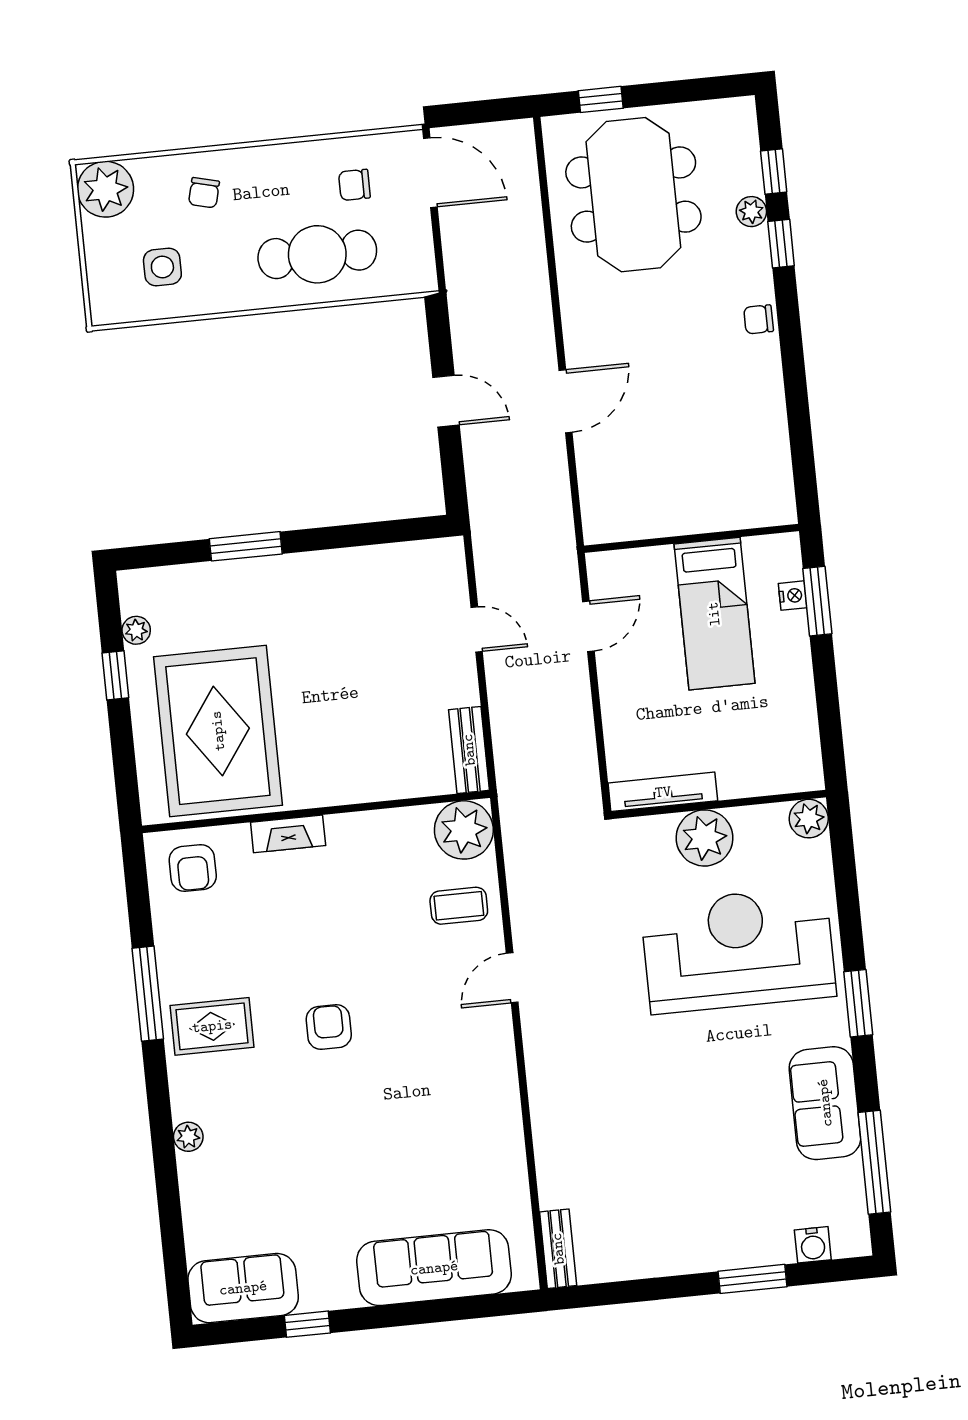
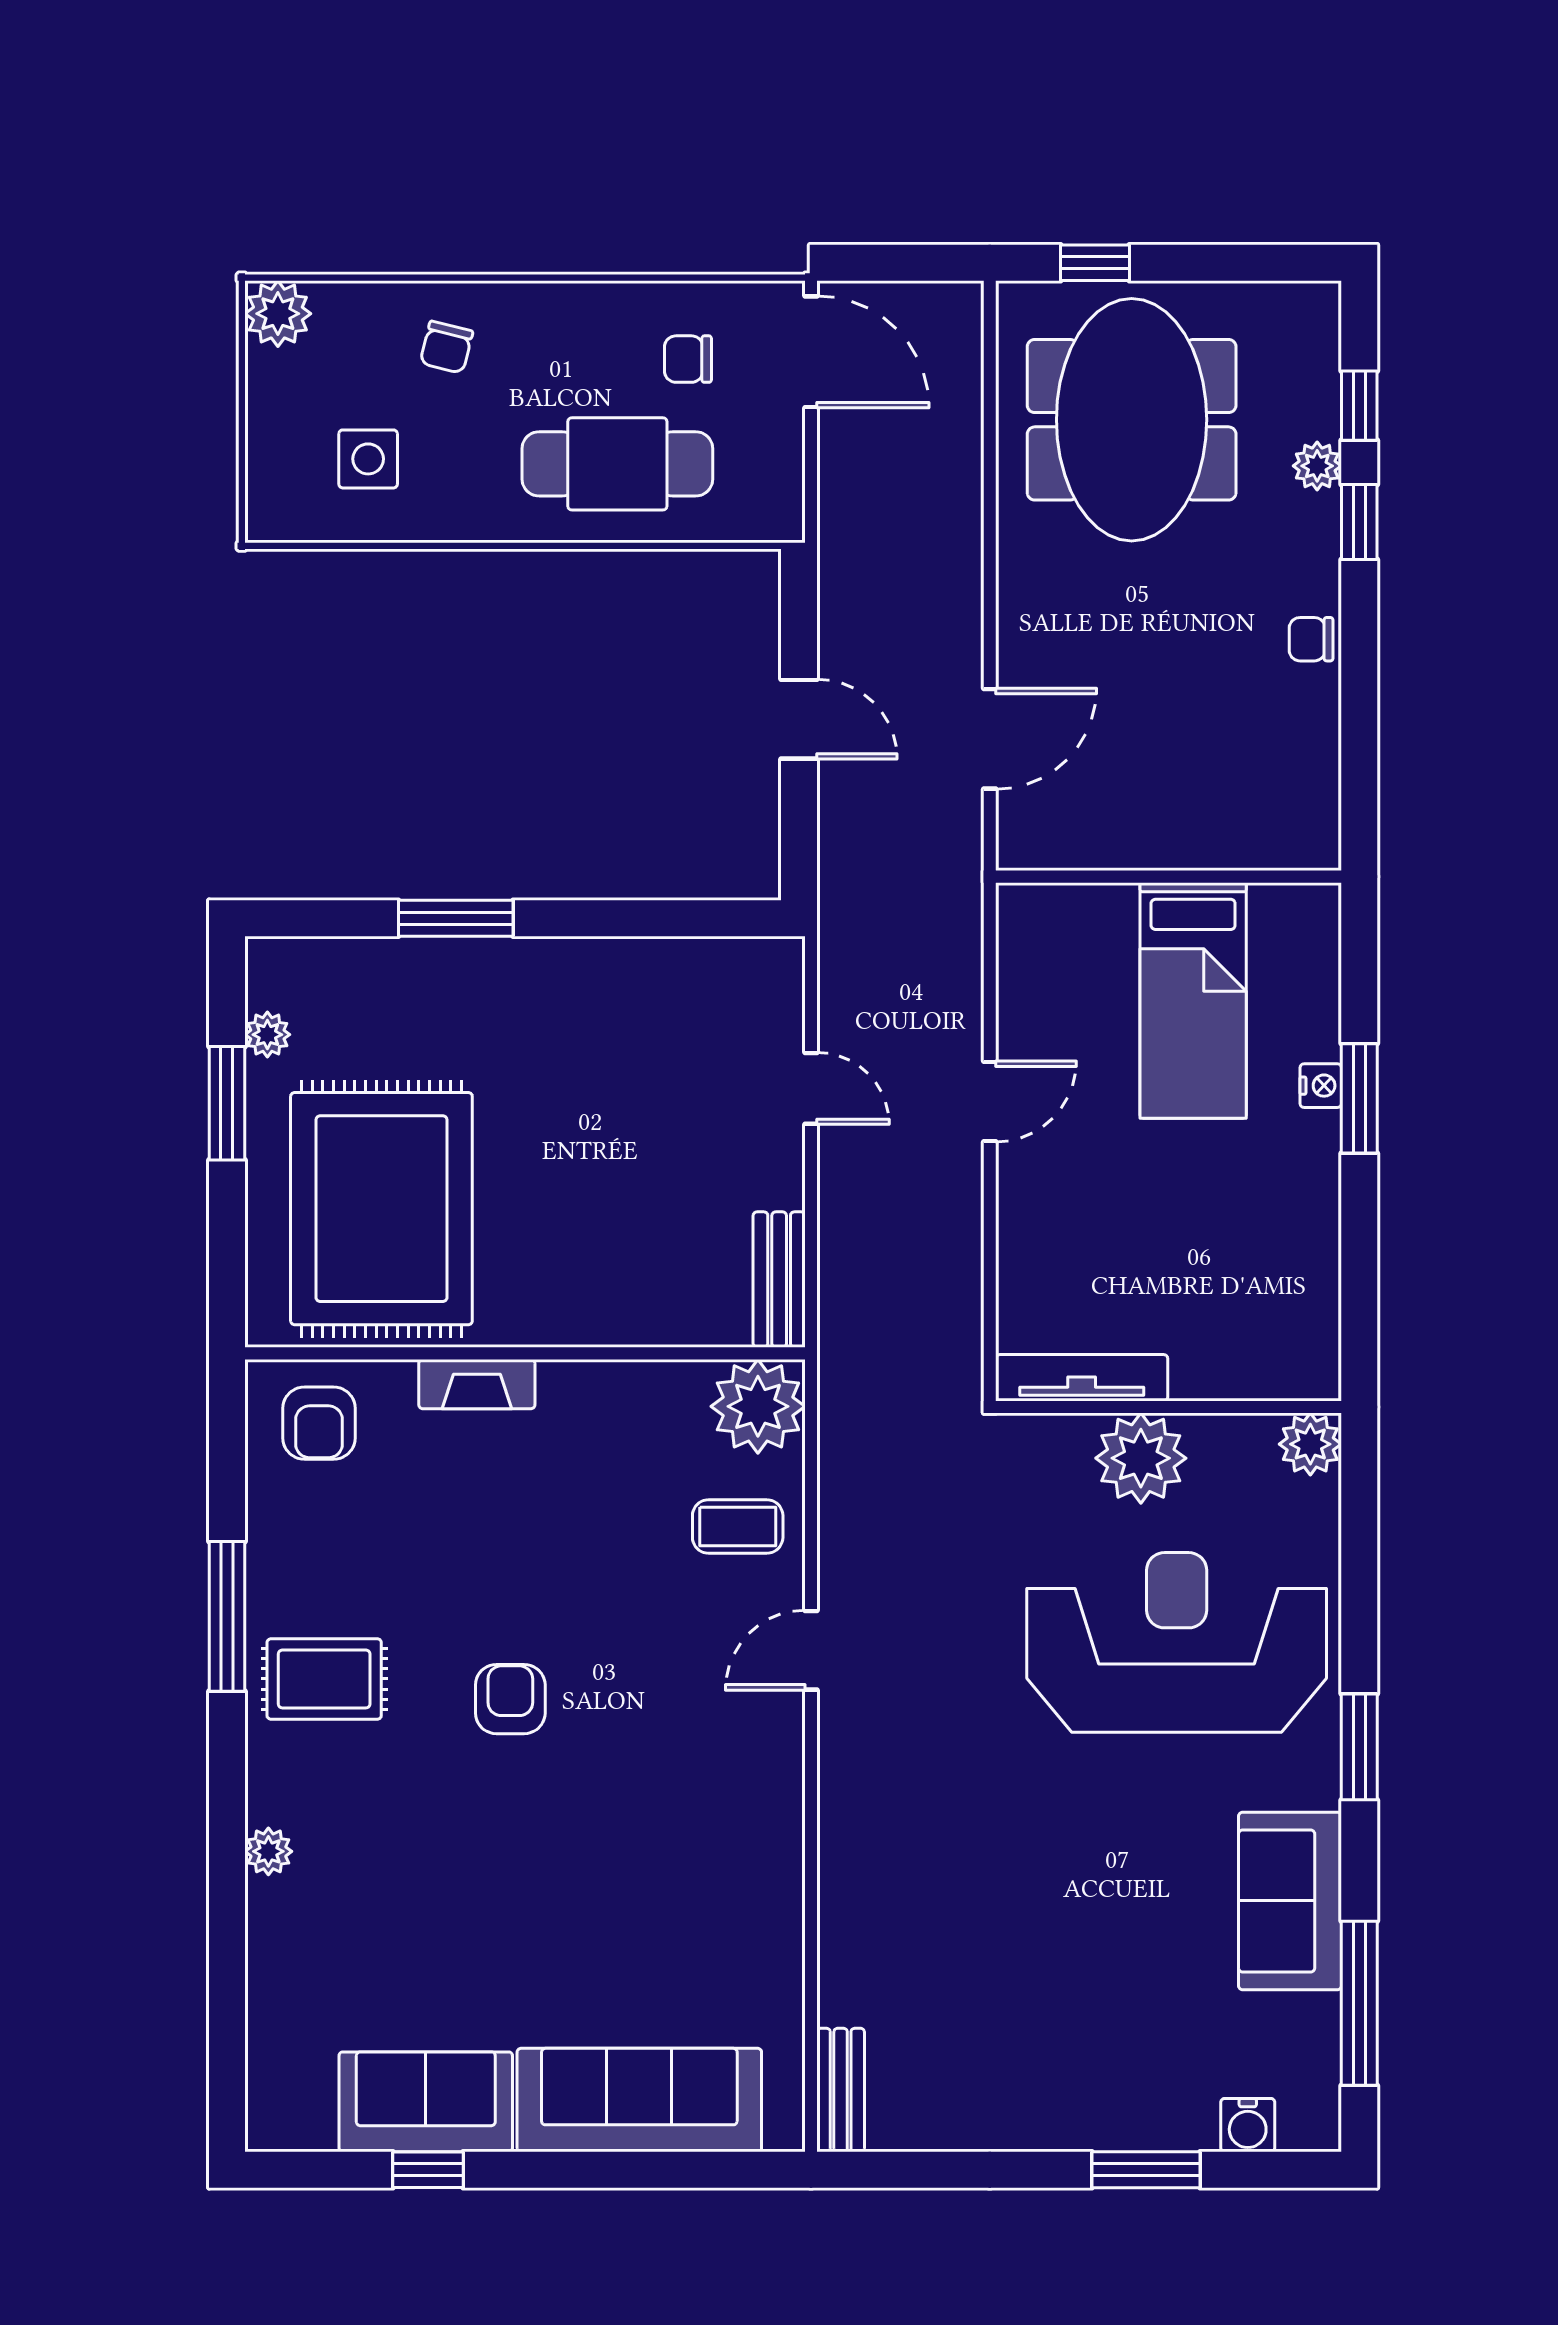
plant: (105, 189) -> (278, 314), width x0.73, depth x0.73
wall: (691, 538) -> (1169, 877), moved
bed: (714, 614) -> (1193, 1000), moved
window: (115, 675) -> (227, 1103), width x1.50
sofa: (243, 1288) -> (426, 2102), moved

